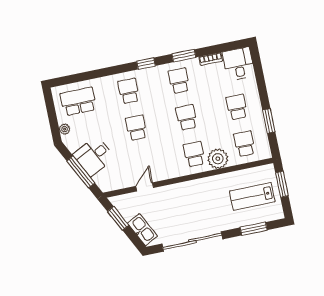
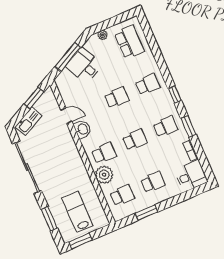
washbasin: (163, 172) -> (82, 129), added
window: (282, 184) -> (81, 241), moved

